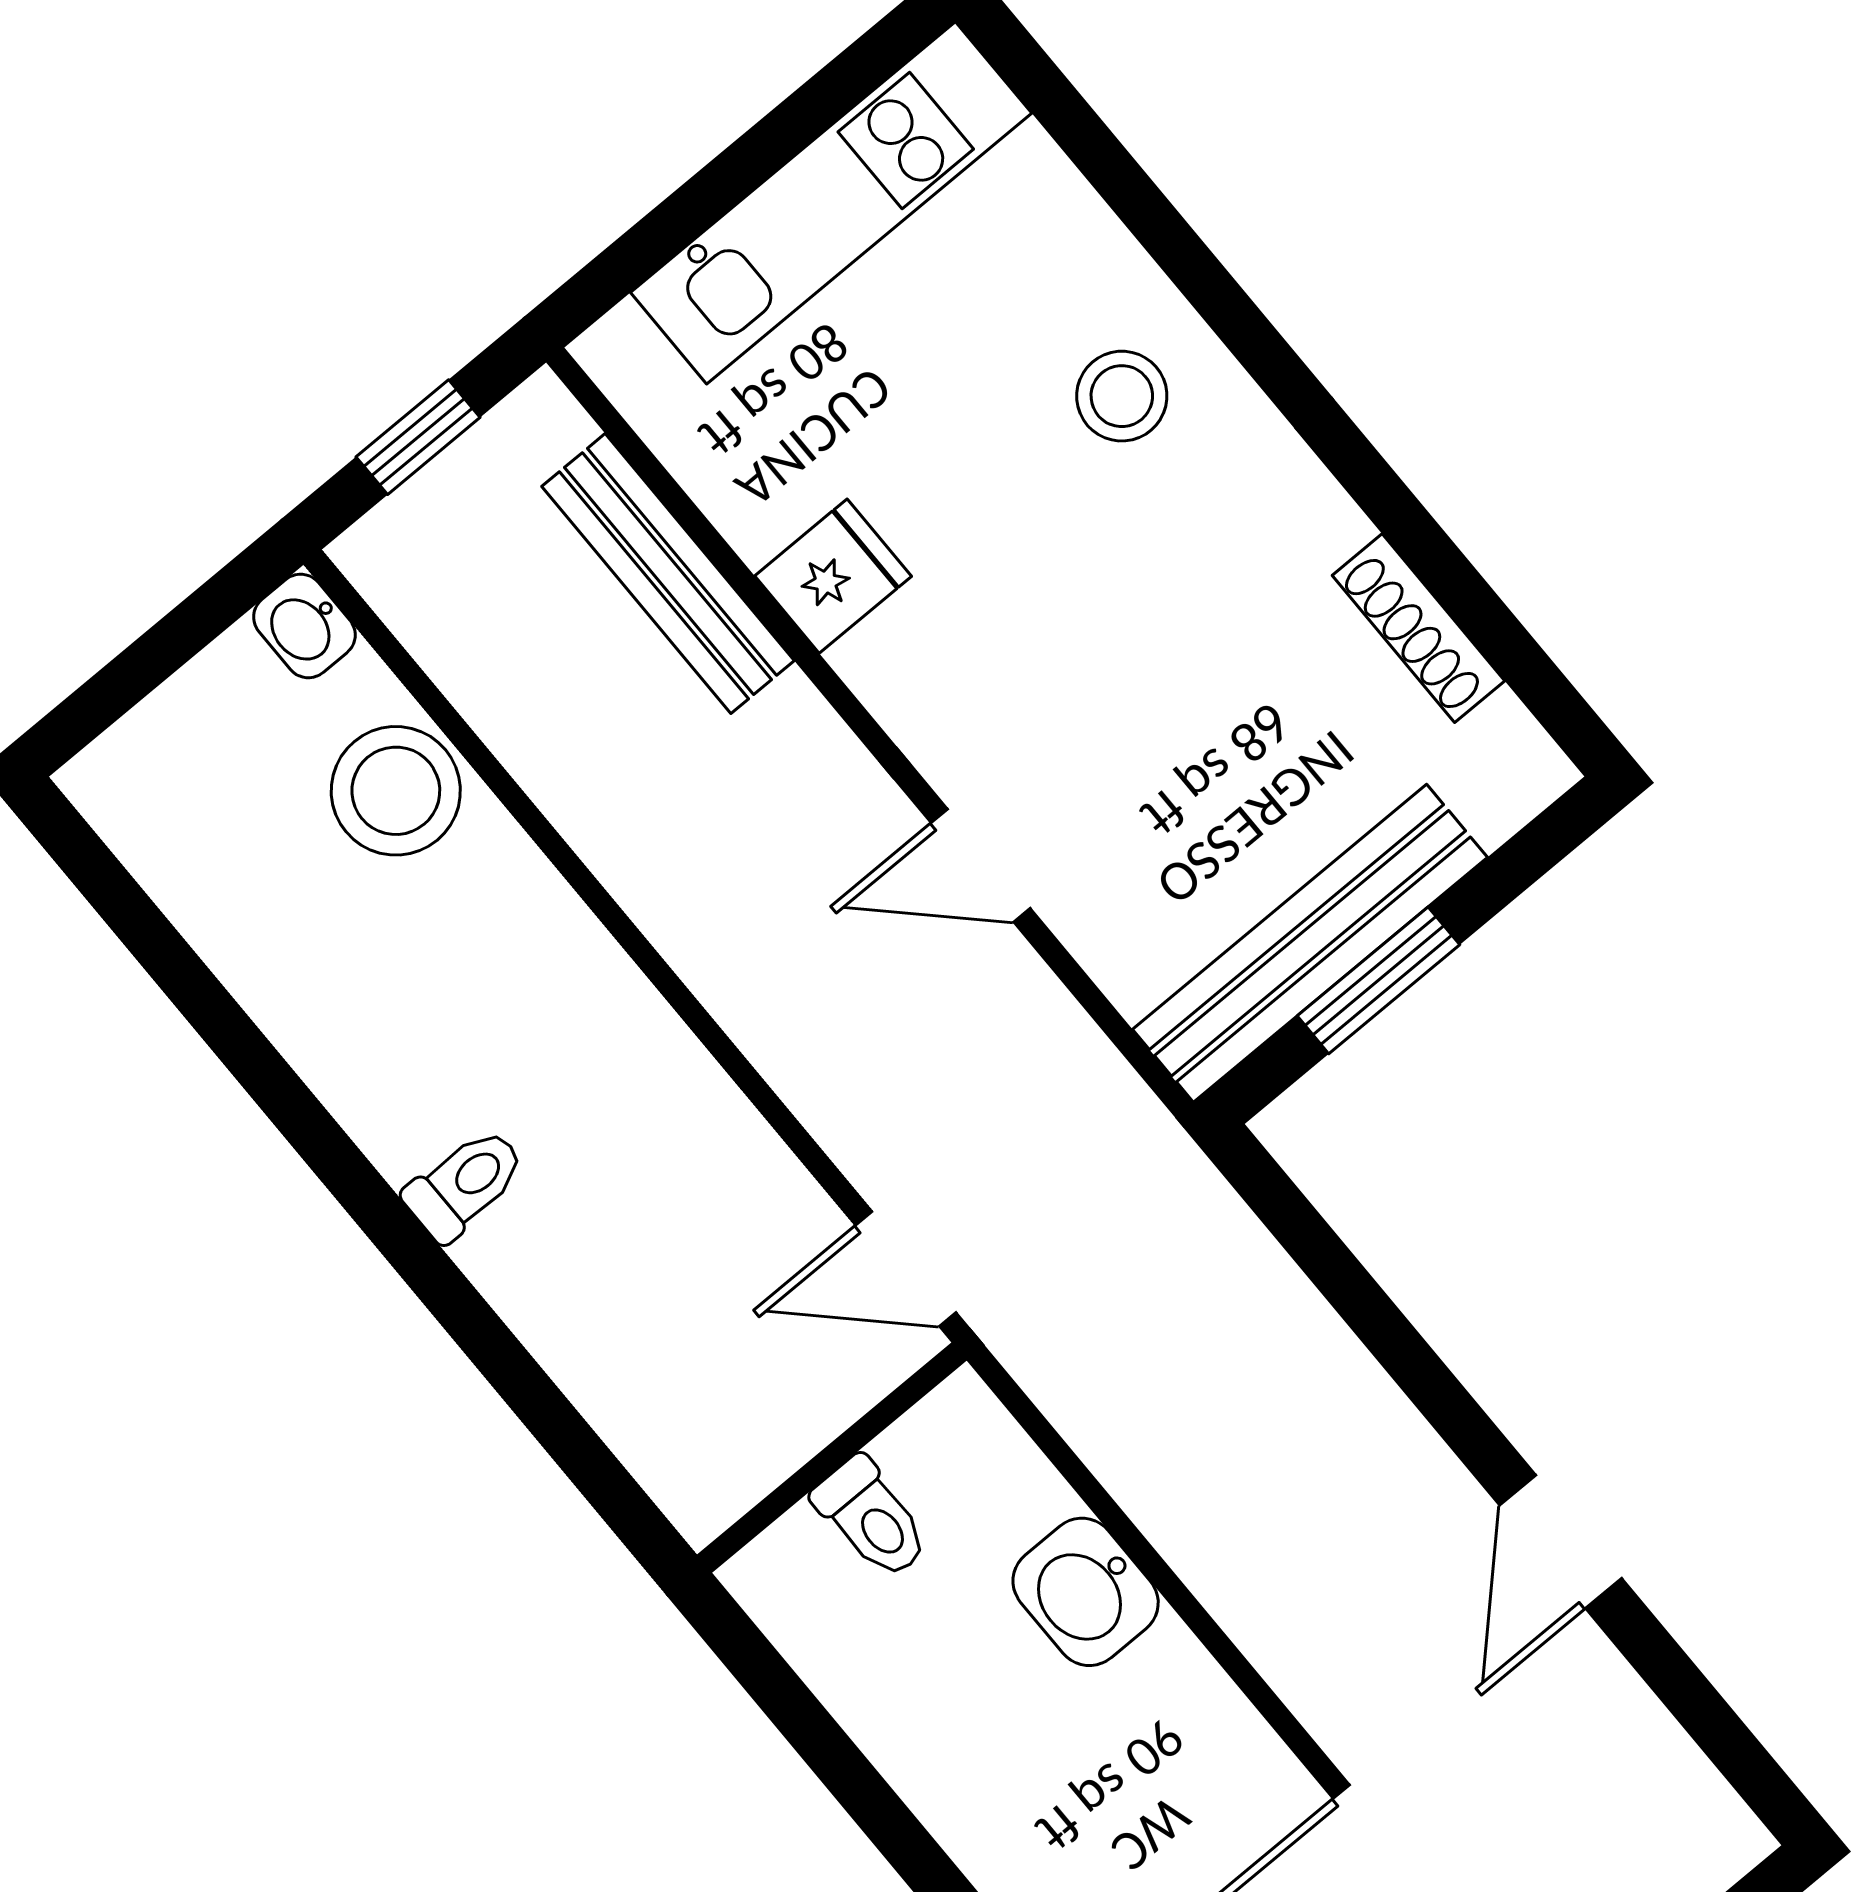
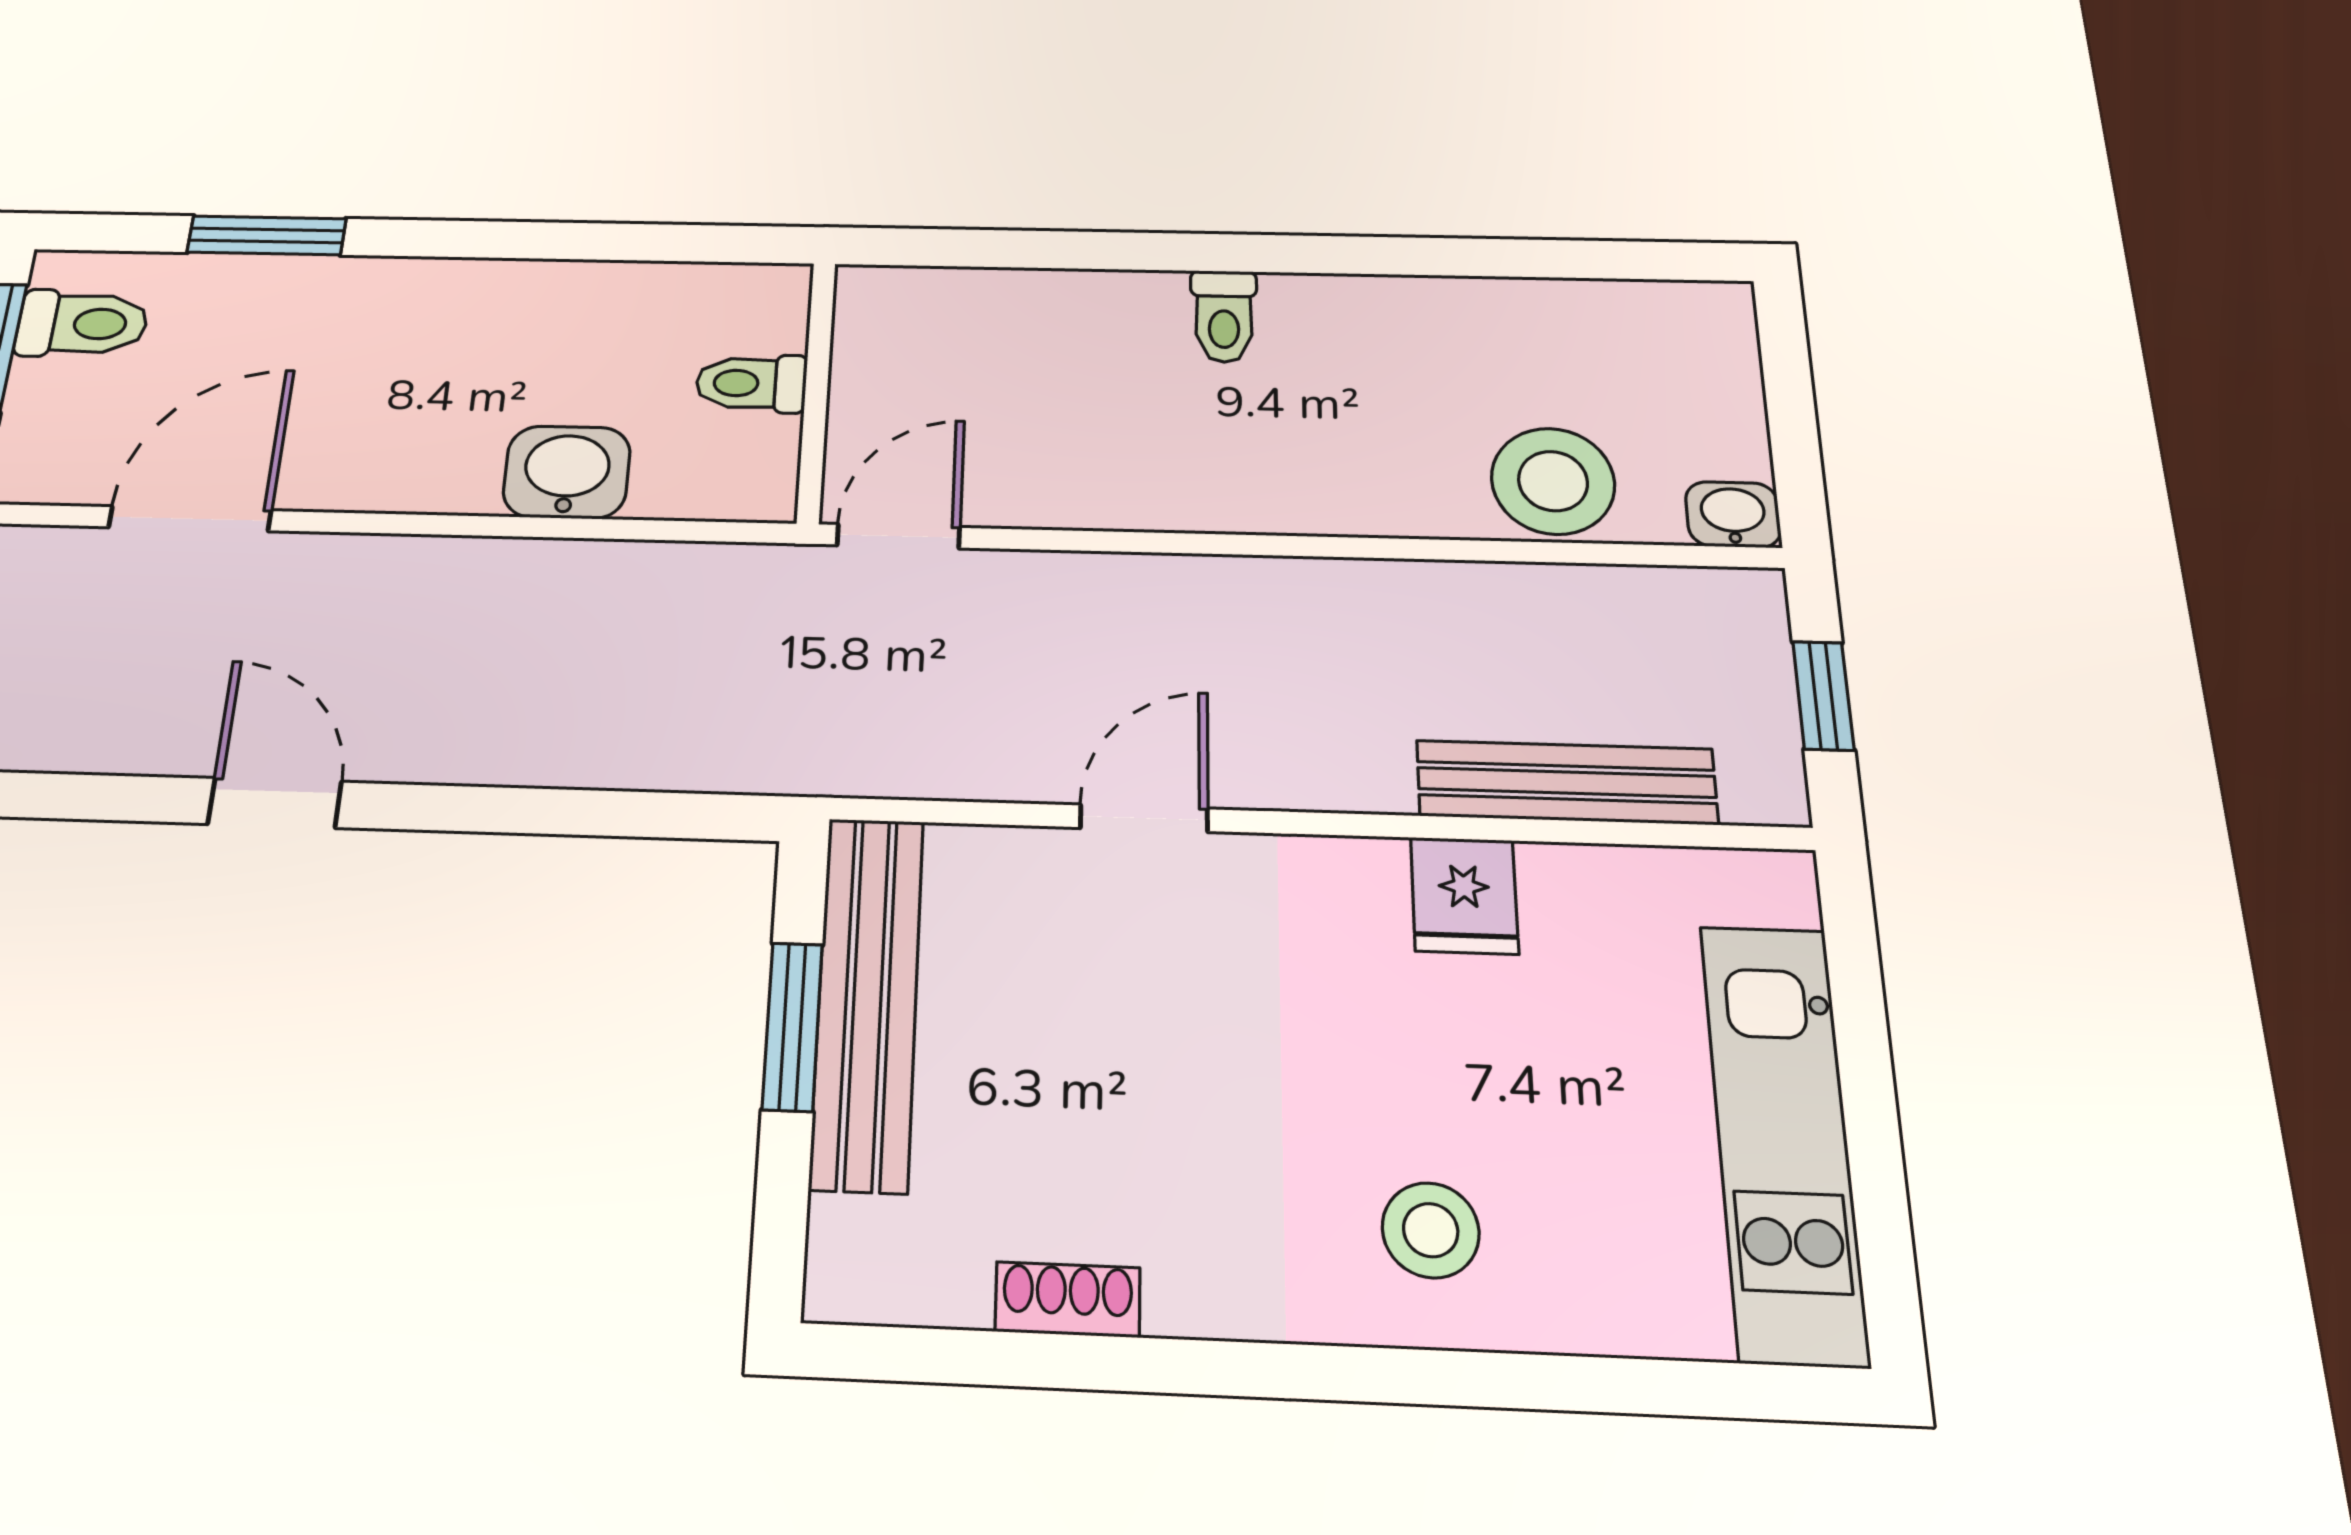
shoe rack: (1418, 628) -> (1068, 1300), width x0.70

